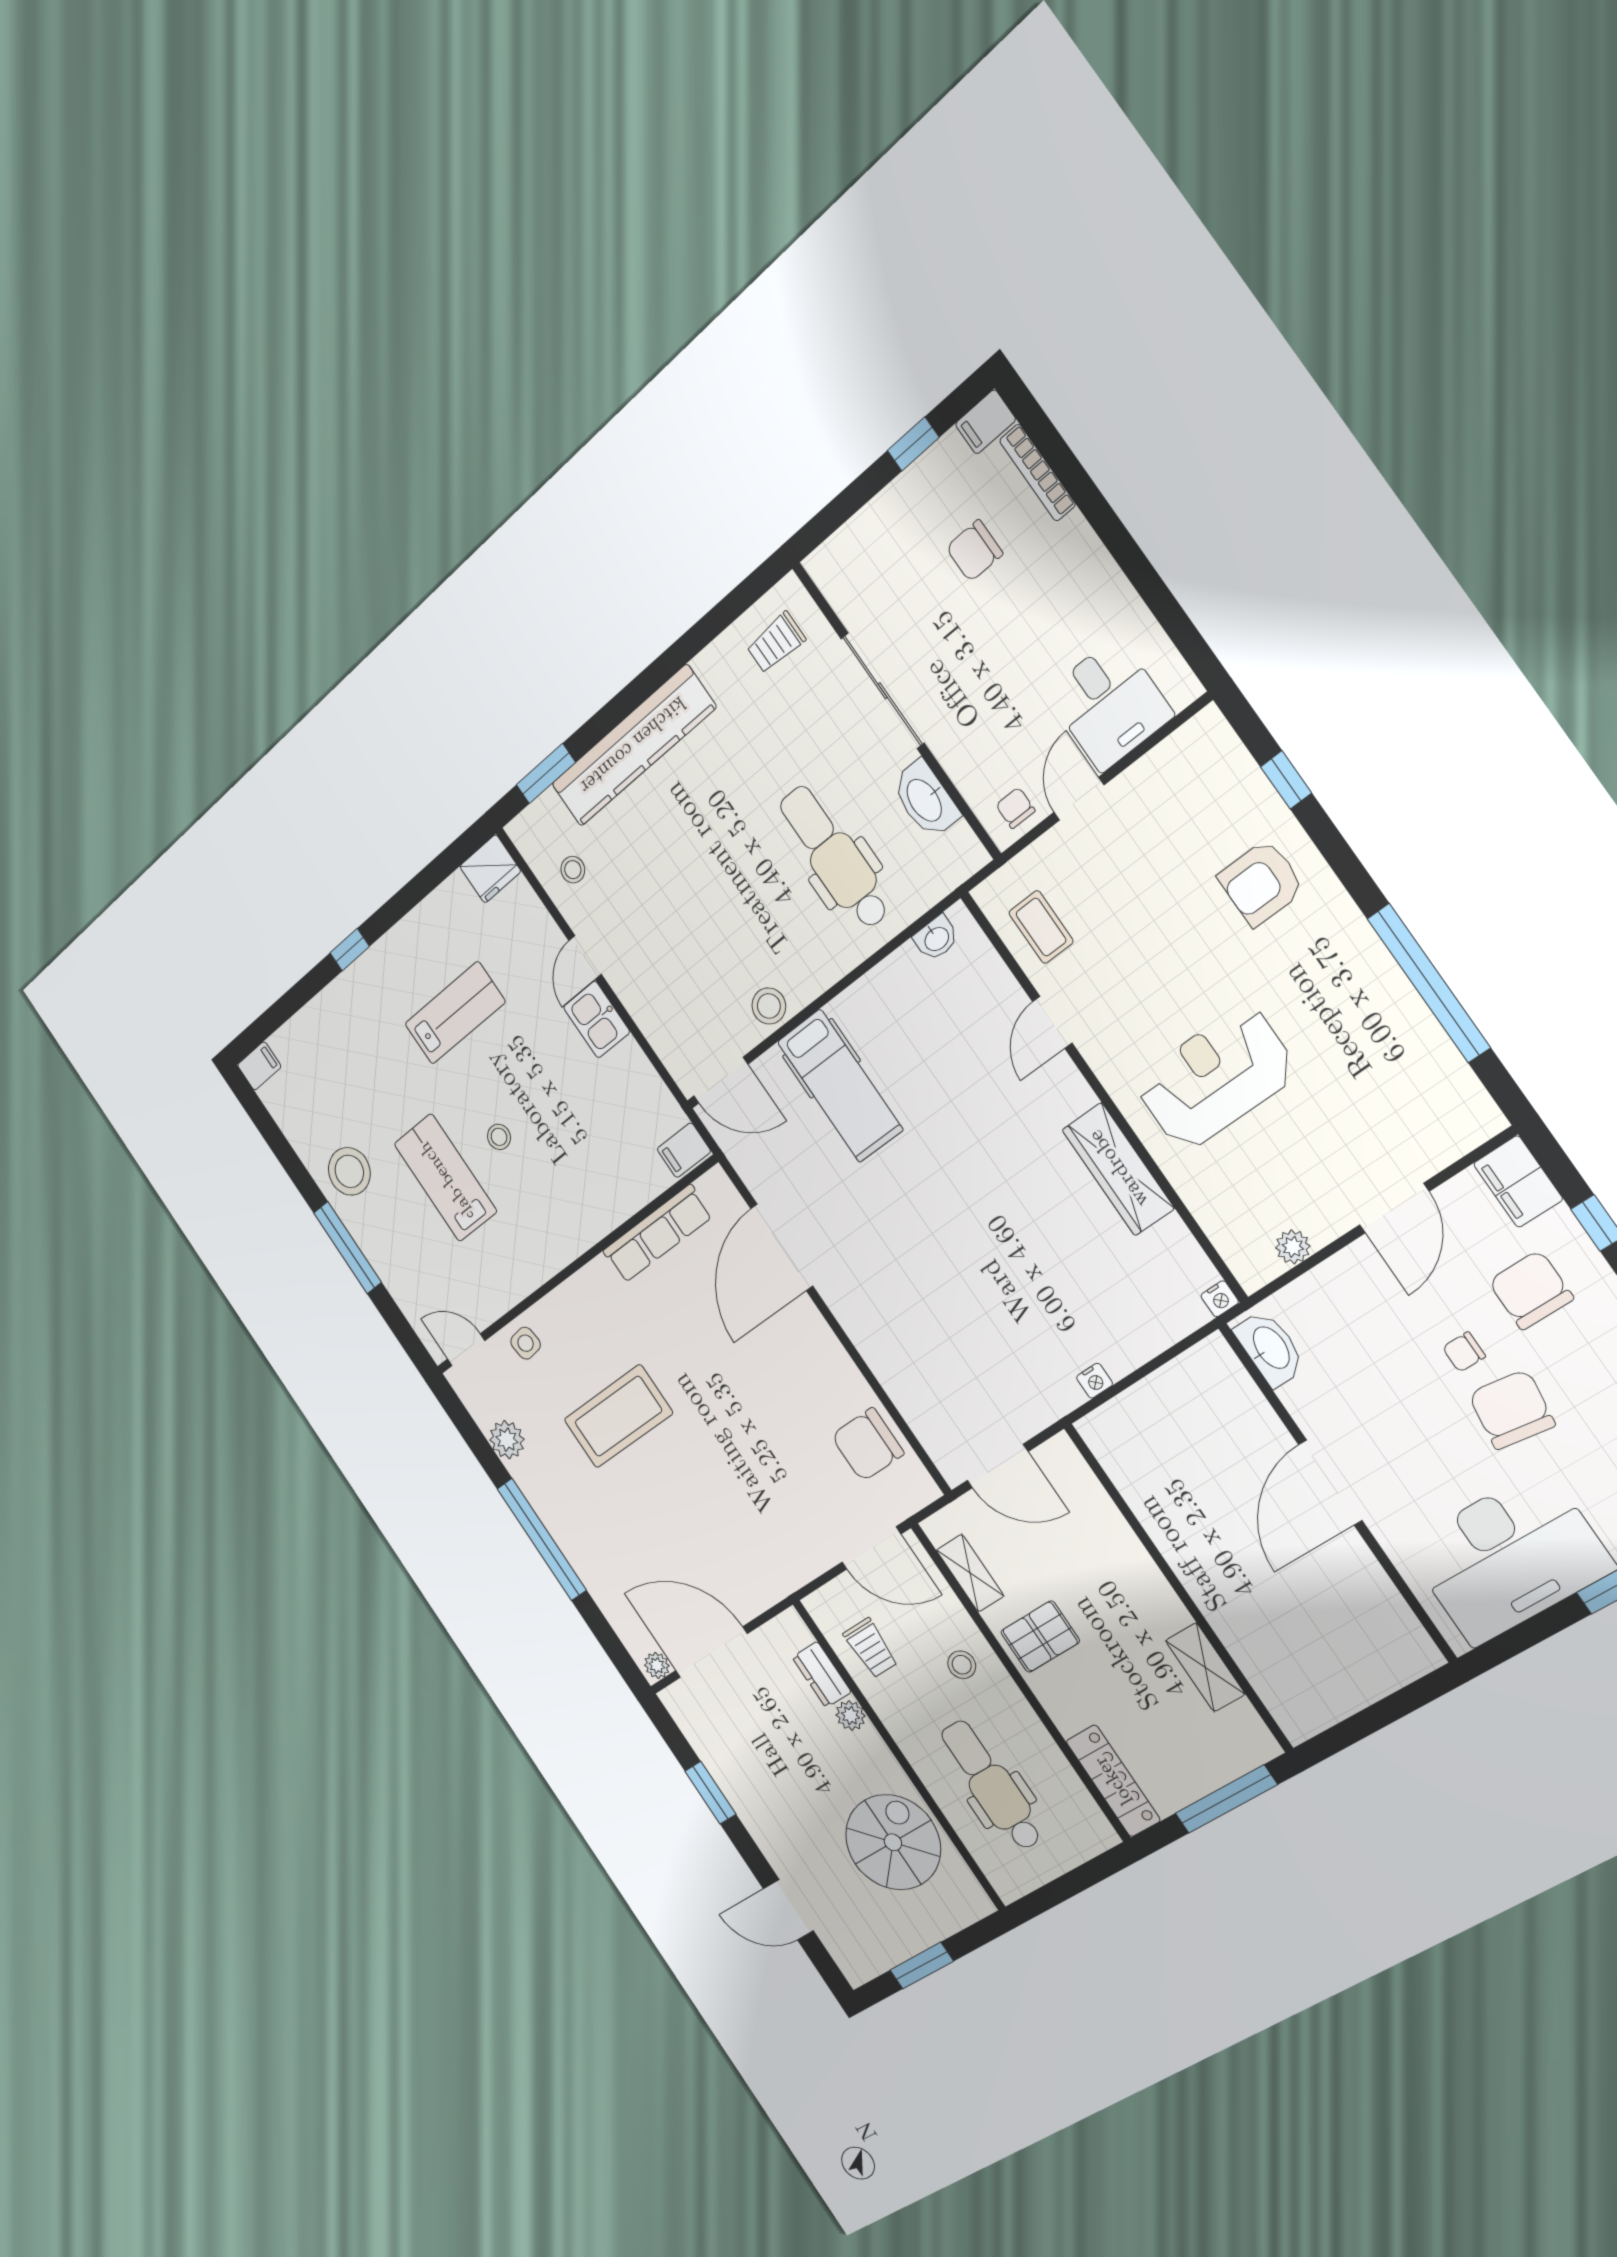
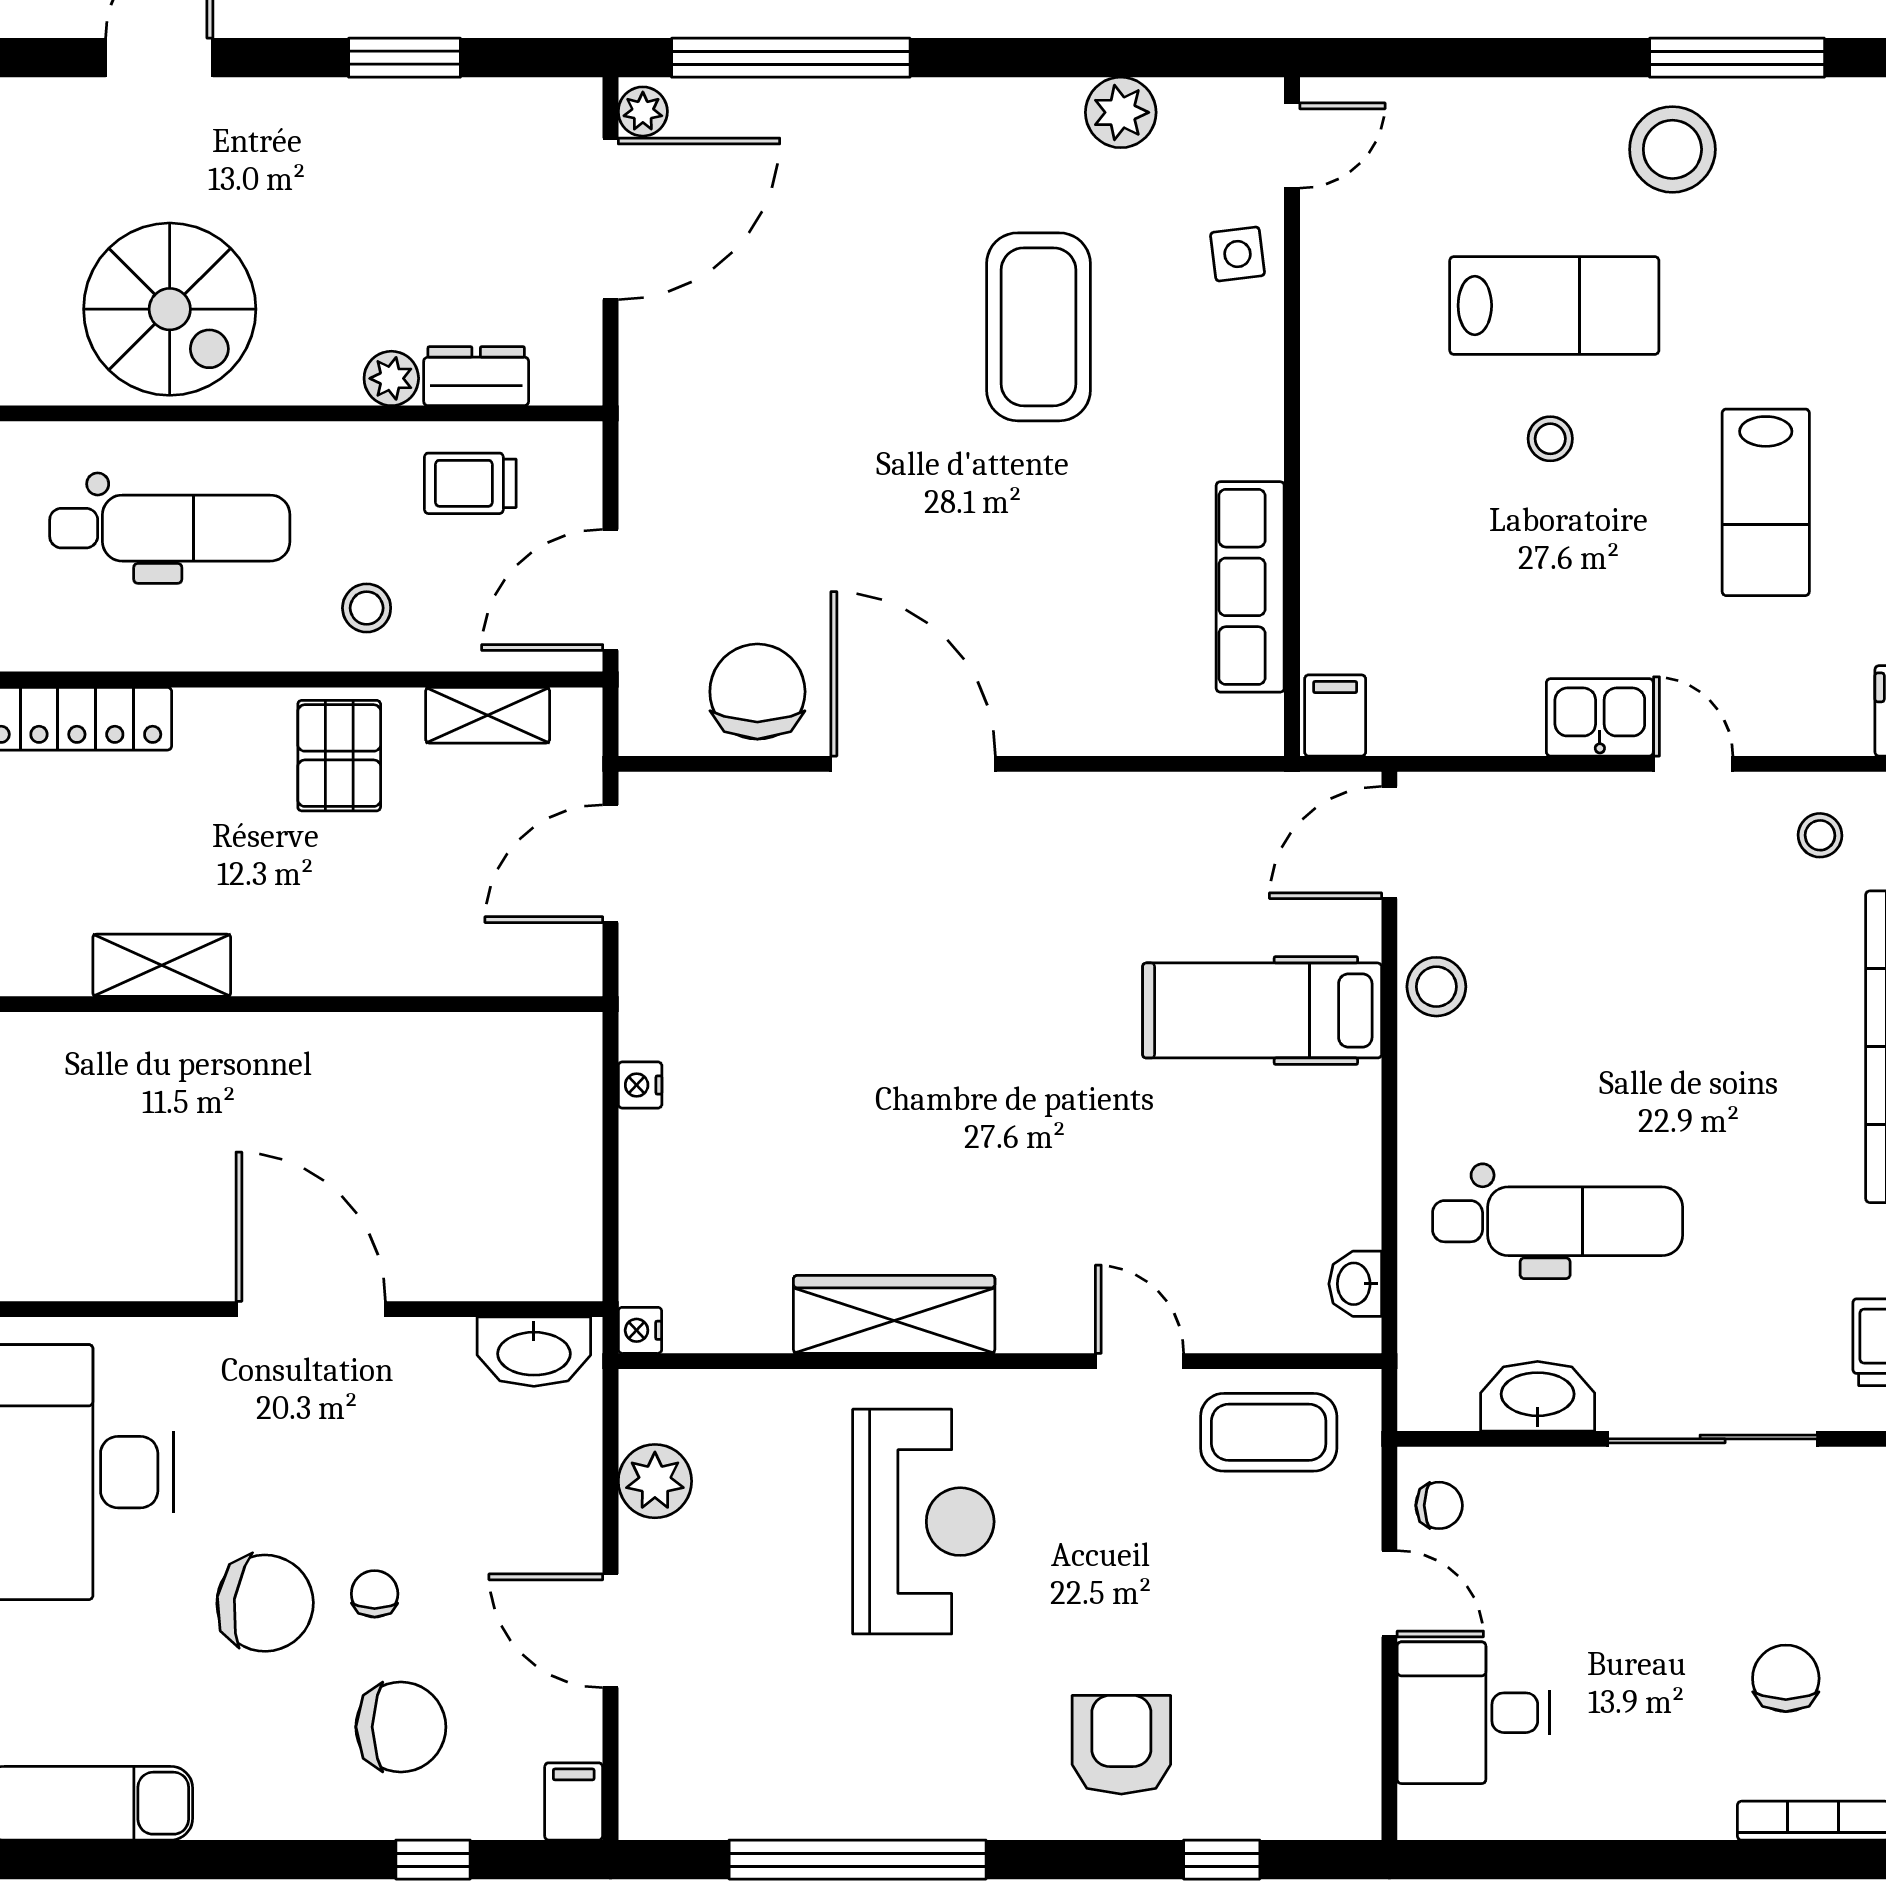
coffee table: (1041, 927) -> (1269, 1432), width x1.36, depth x1.30
filing cabinet: (1518, 1182) -> (574, 1801), width x0.50
door: (782, 1247) -> (913, 764), moved
plant: (1293, 1247) -> (655, 1481), width x1.38, depth x1.38
window: (347, 1248) -> (1737, 58), moved
window: (542, 1539) -> (791, 58), moved

